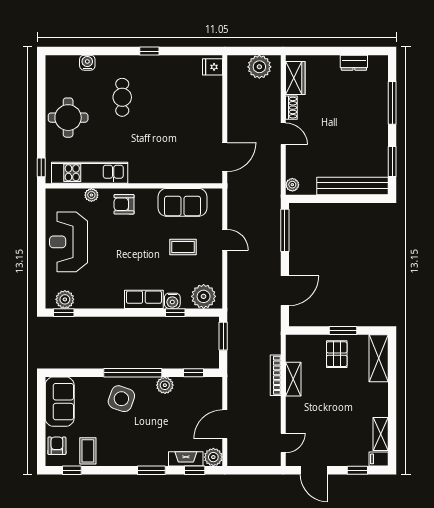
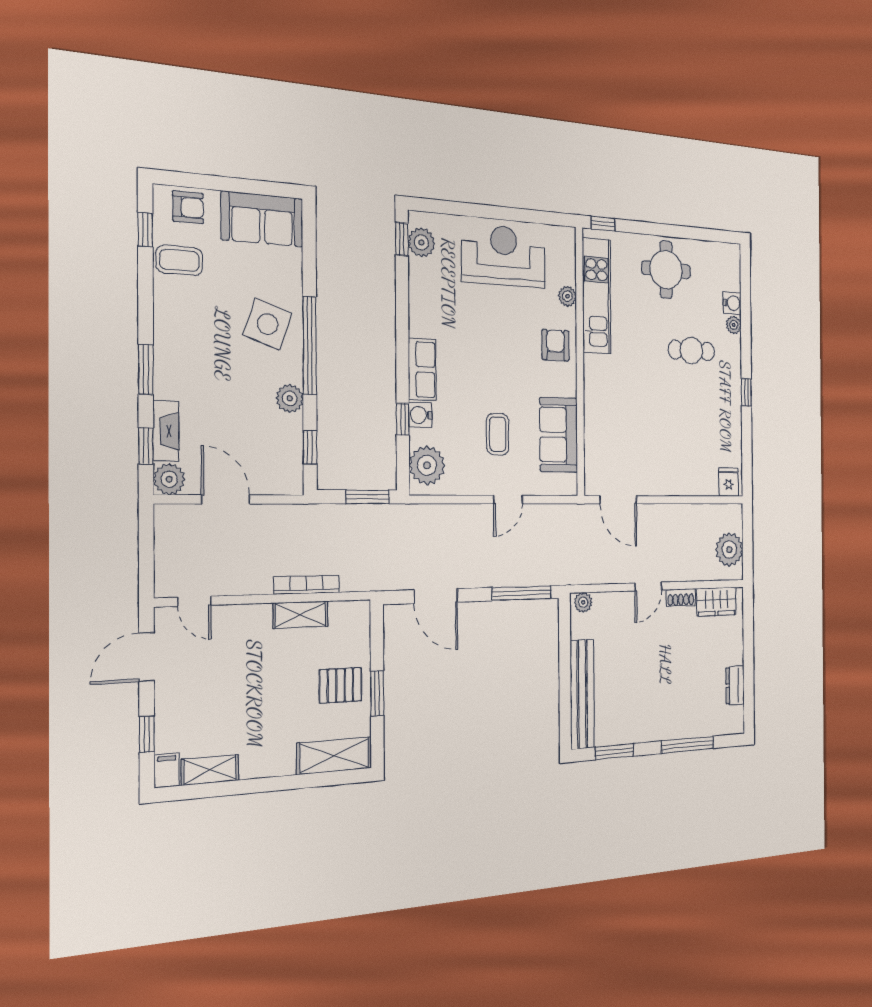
plant: (103, 61) -> (734, 325), added

